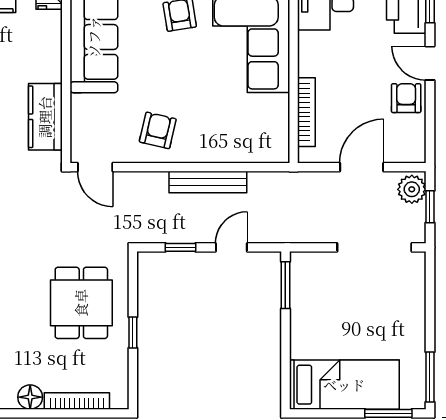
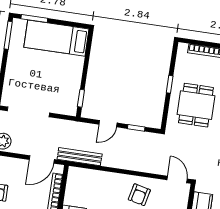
door: (362, 167) -> (42, 159), moved
bench: (208, 182) -> (80, 157), moved
window: (285, 285) -> (81, 98), width x0.67

